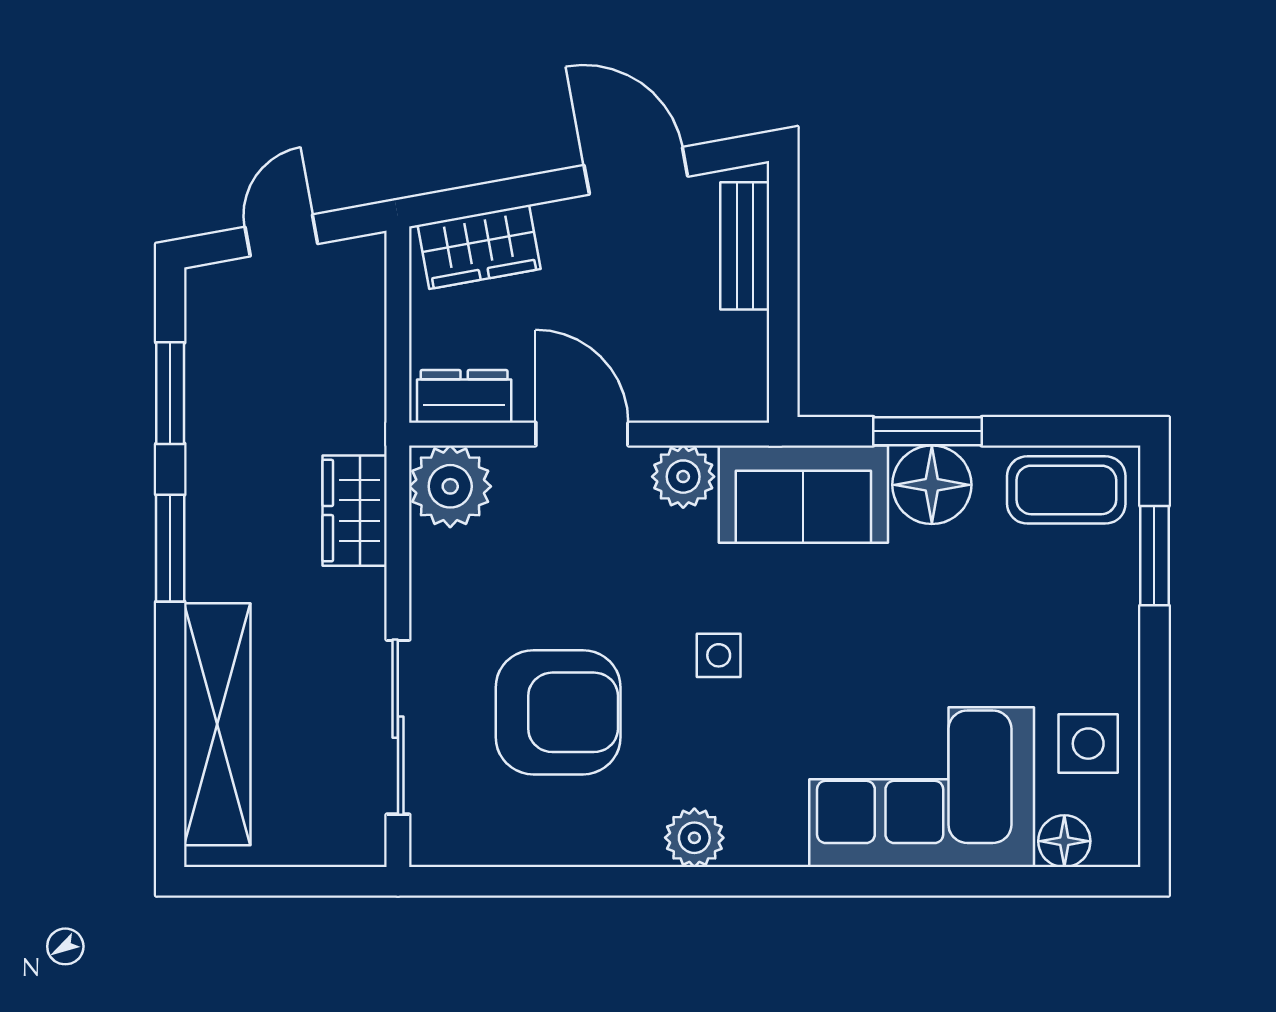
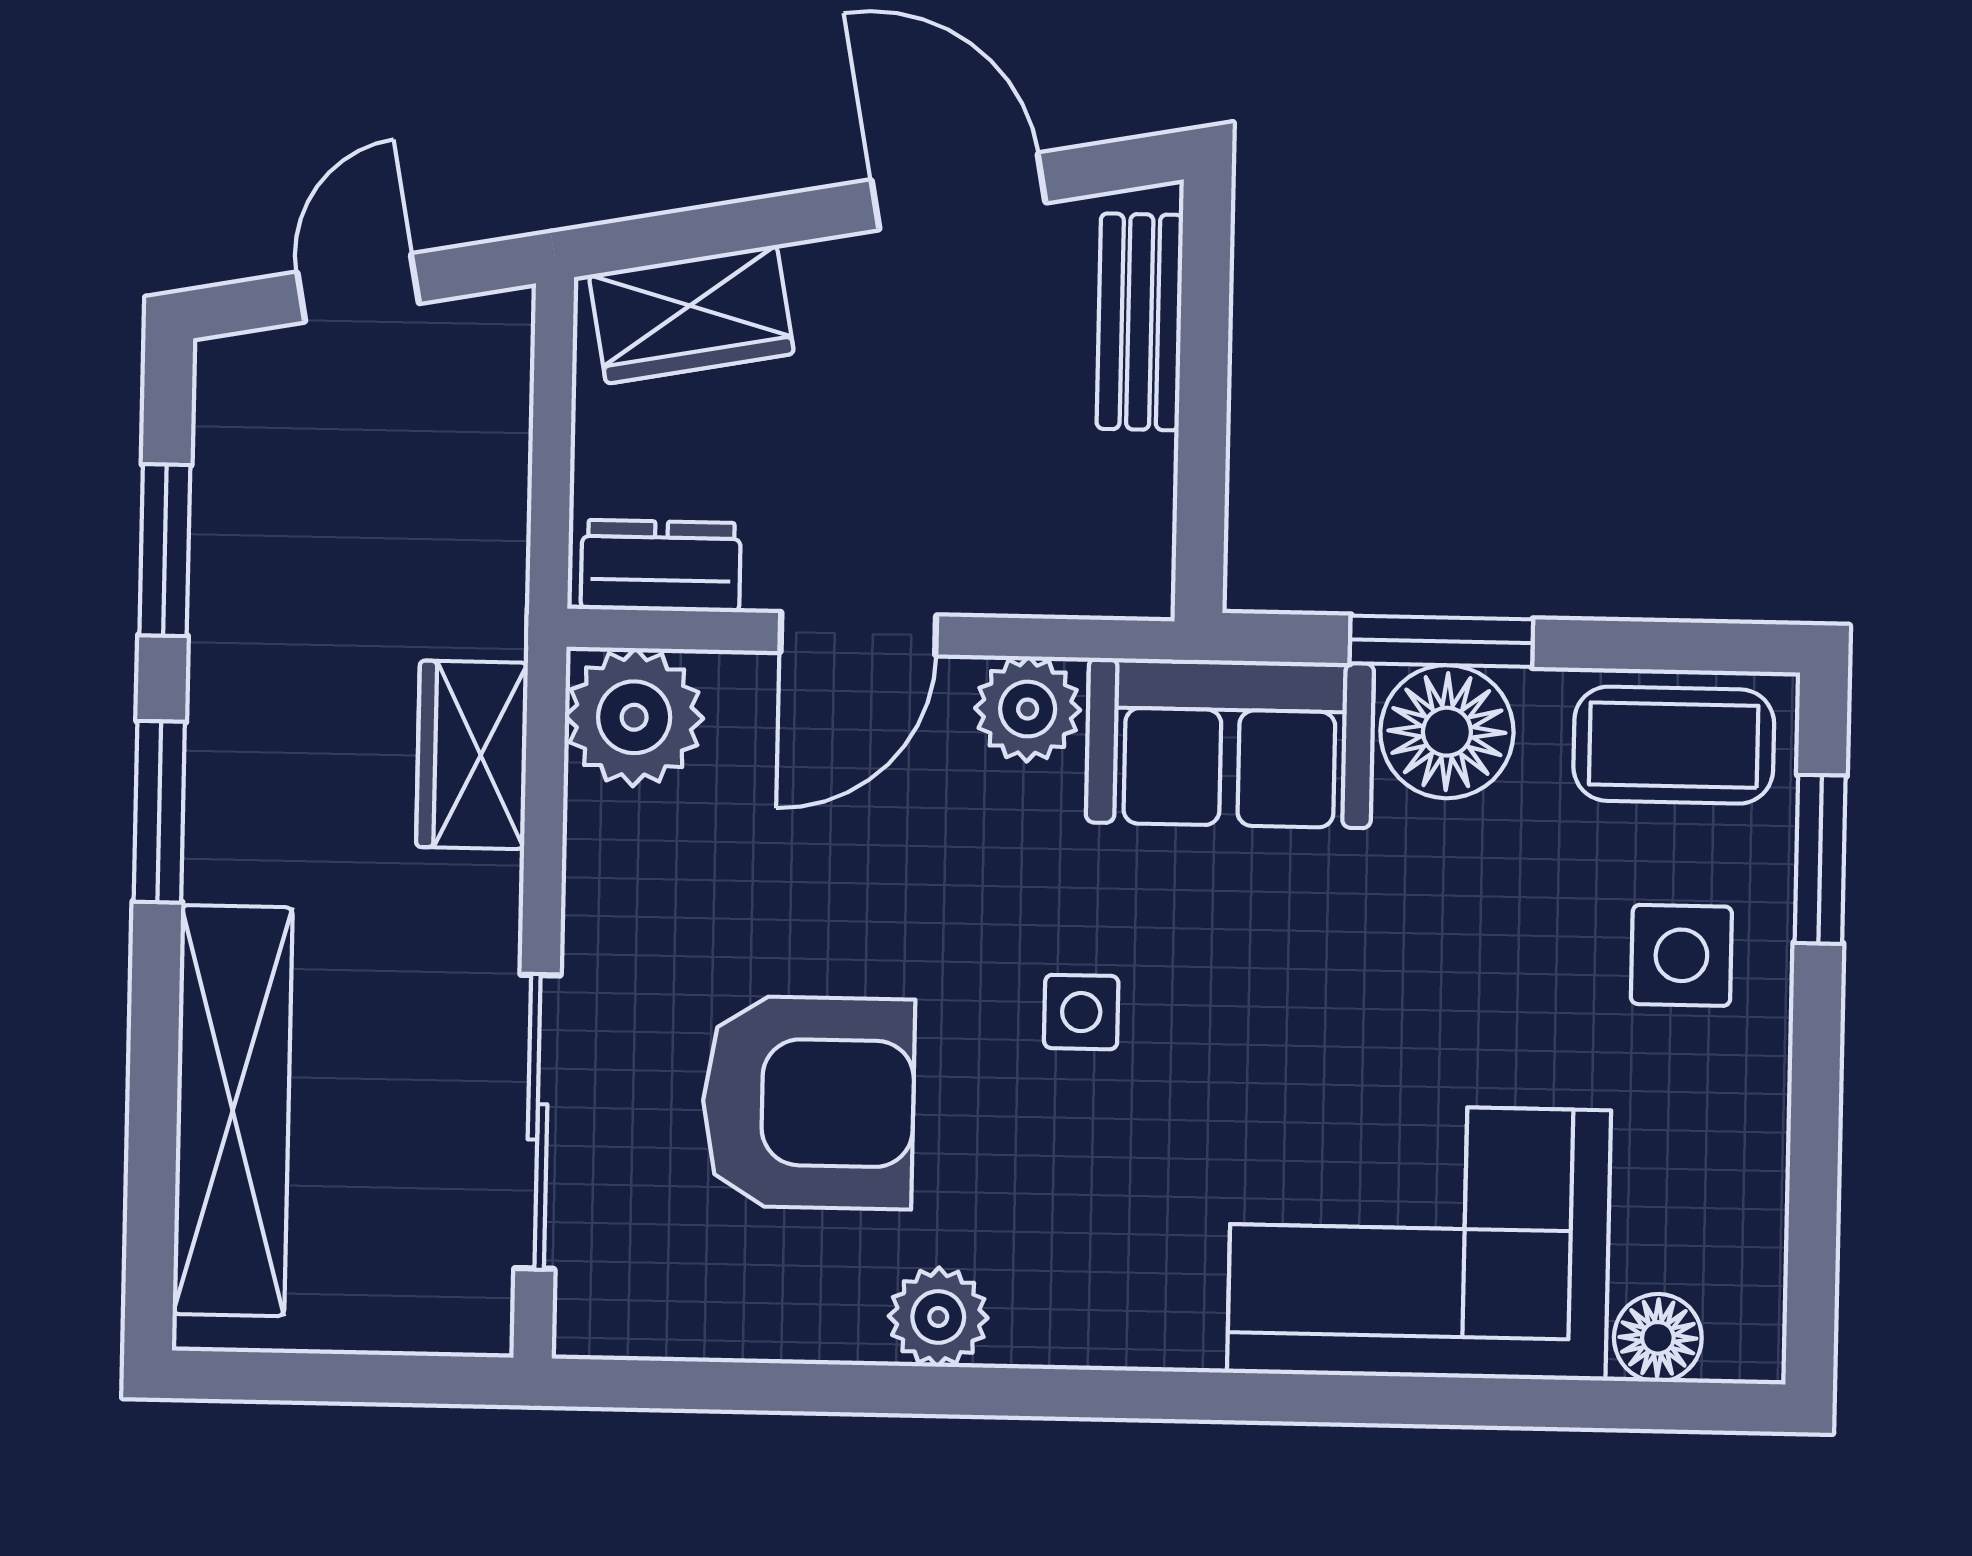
door: (582, 434) -> (858, 634), swing flipped
side table: (1088, 744) -> (1681, 955), moved
plant: (694, 838) -> (938, 1317), moved

